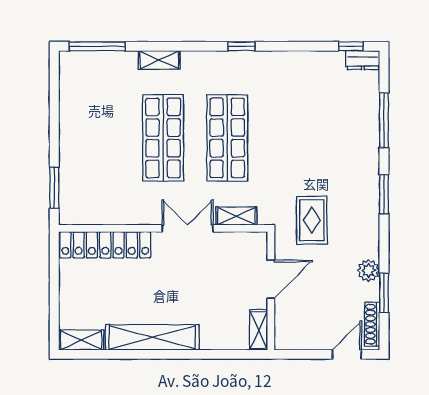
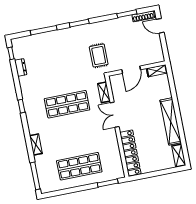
dresser: (363, 60) -> (21, 67), moved
shop shelf: (163, 138) -> (79, 166), moved
rug: (312, 220) -> (99, 56), turned 90
plant: (369, 270) -> (118, 23), removed
door: (271, 279) -> (131, 70), swing flipped

